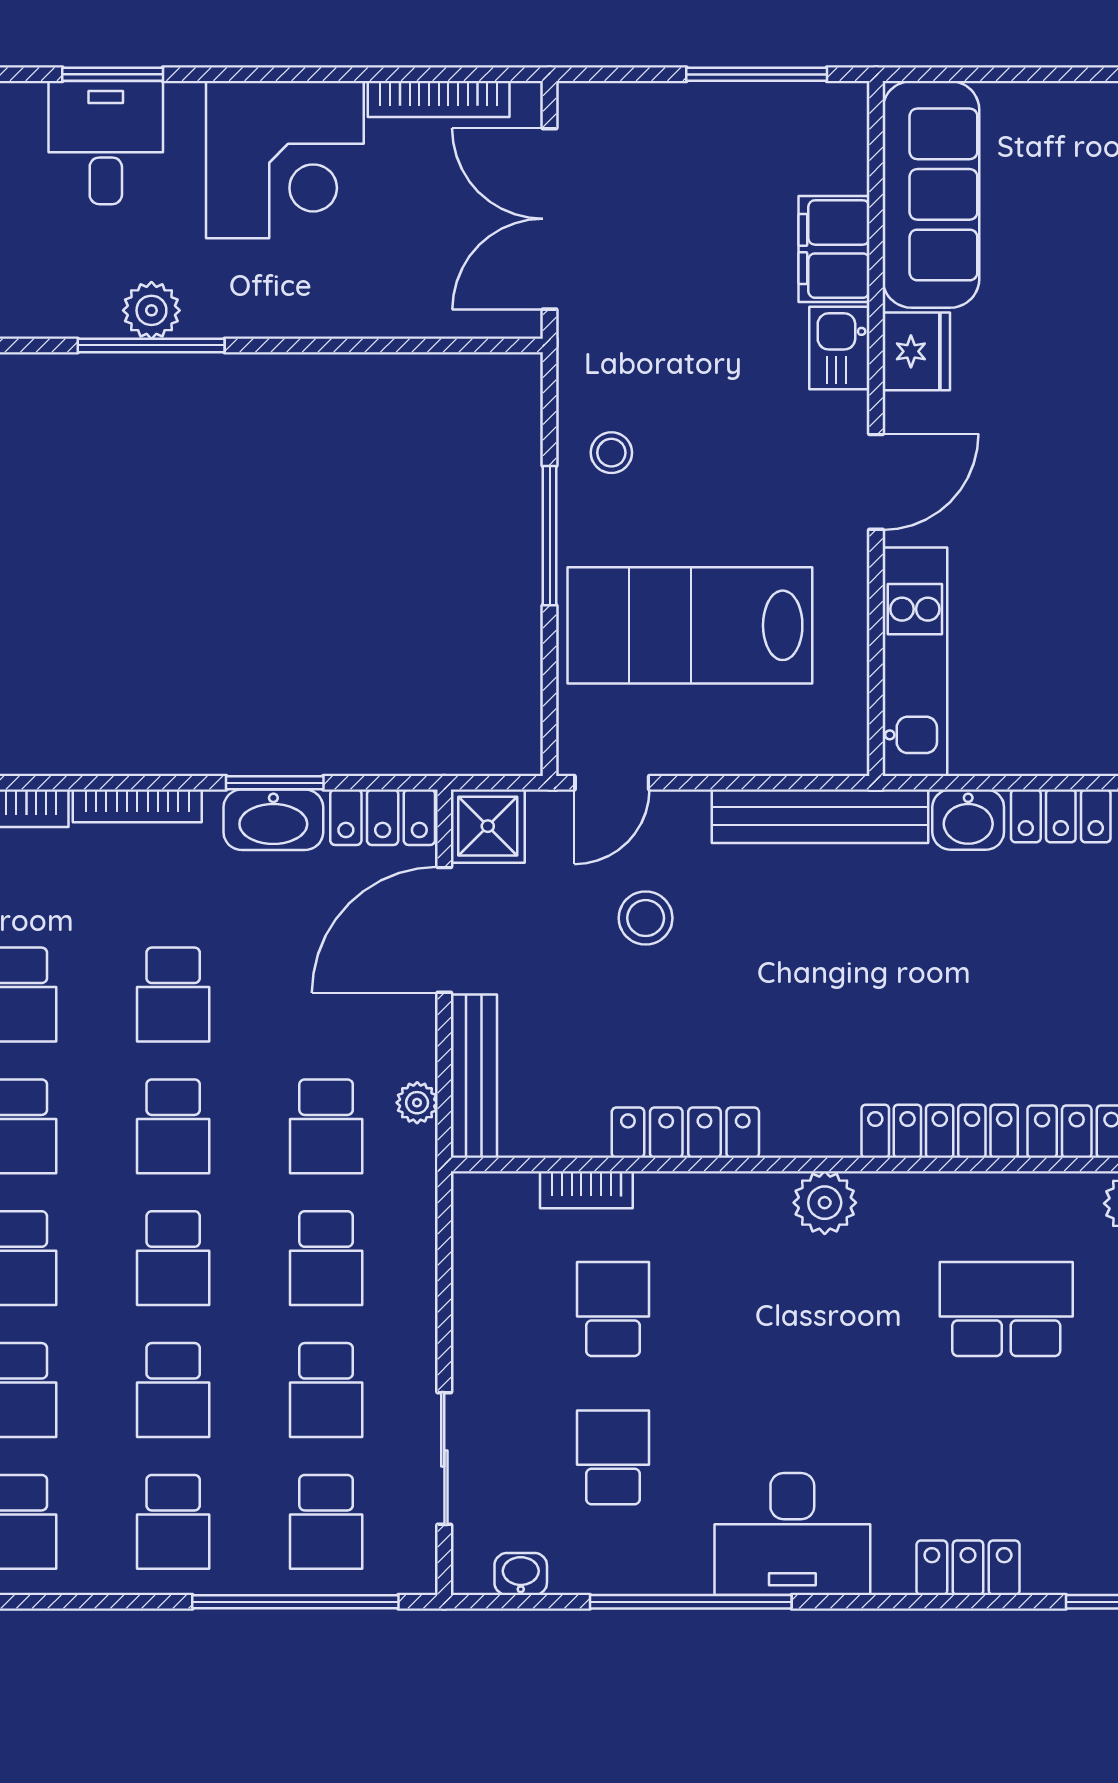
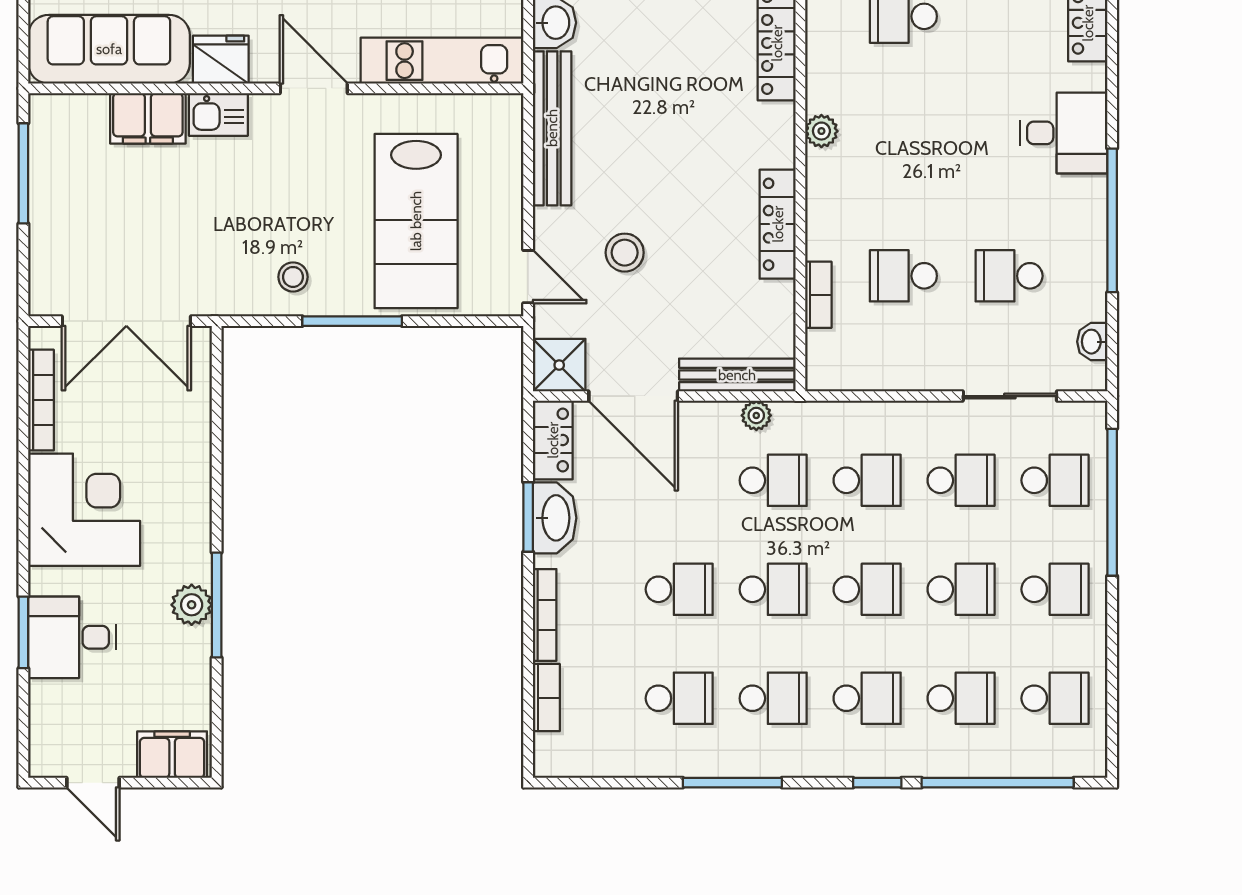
plant: (825, 1203) -> (821, 131), width x0.73, depth x0.73
desk: (792, 1534) -> (1064, 133), width x0.73

